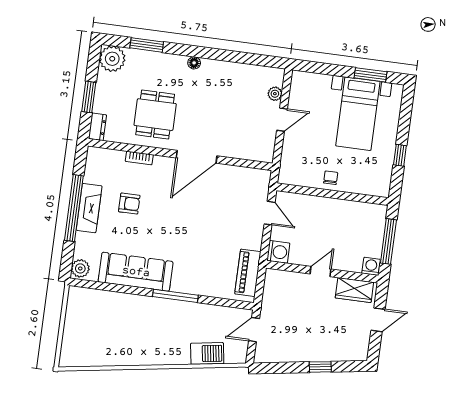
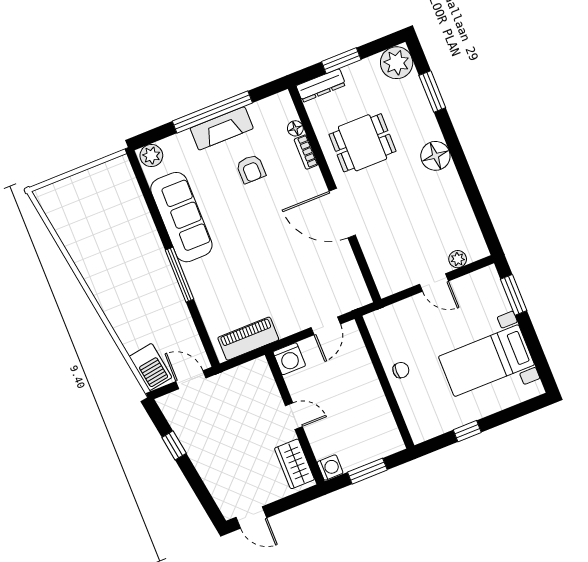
floor lamp: (194, 63) -> (435, 156), width x1.89, depth x1.89
window: (371, 75) -> (514, 295), moved
dresser: (97, 127) -> (321, 85), width x1.44
floor lamp: (118, 156) -> (295, 128), added
window: (388, 241) -> (367, 471), width x0.69
door: (378, 320) -> (251, 517), moved
barbecue: (207, 353) -> (150, 367), moved
window: (320, 367) -> (174, 445), moved

